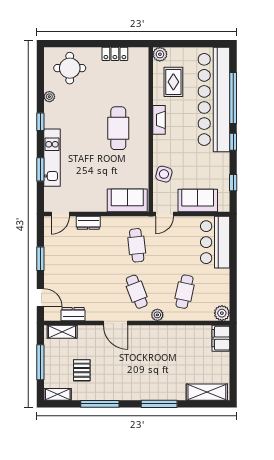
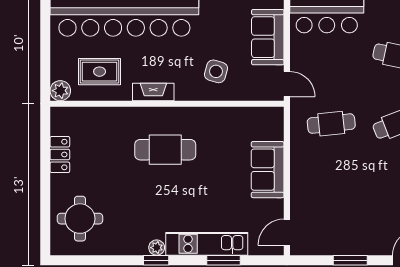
plant: (49, 97) -> (157, 248), moved
side table: (164, 174) -> (216, 71), moved
sofa: (127, 200) -> (268, 170), moved
door: (60, 214) -> (287, 232), swing flipped
dresser: (88, 223) -> (299, 192), removed

